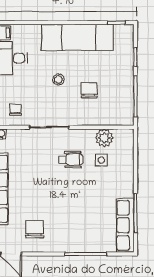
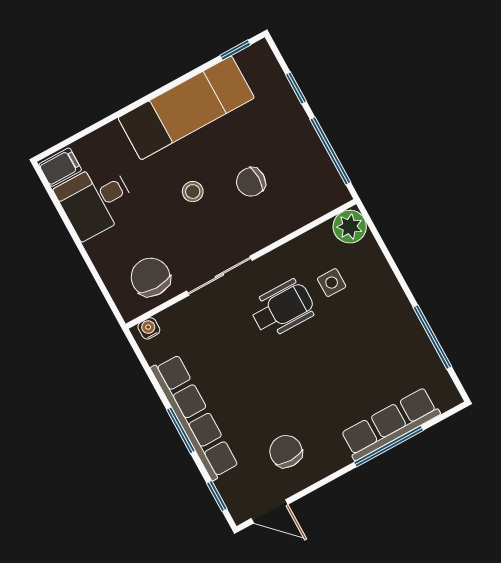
chair: (89, 90) -> (251, 182), turned -90
chair: (15, 110) -> (151, 277), width x1.87, depth x1.87
plant: (104, 138) -> (350, 227), moved
wheelchair: (71, 160) -> (282, 308), width x1.36, depth x1.37
row of seats: (125, 225) -> (390, 424), moved, turned 90

